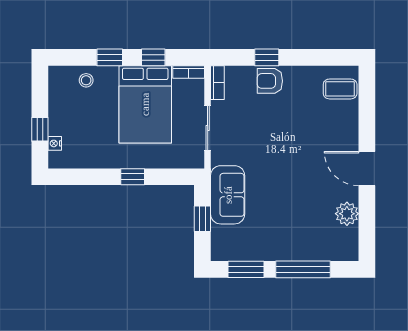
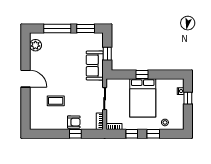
coffee table: (340, 89) -> (56, 101), moved
bed: (145, 104) -> (143, 98), moved, turned 180
plant: (347, 214) -> (35, 45), moved

